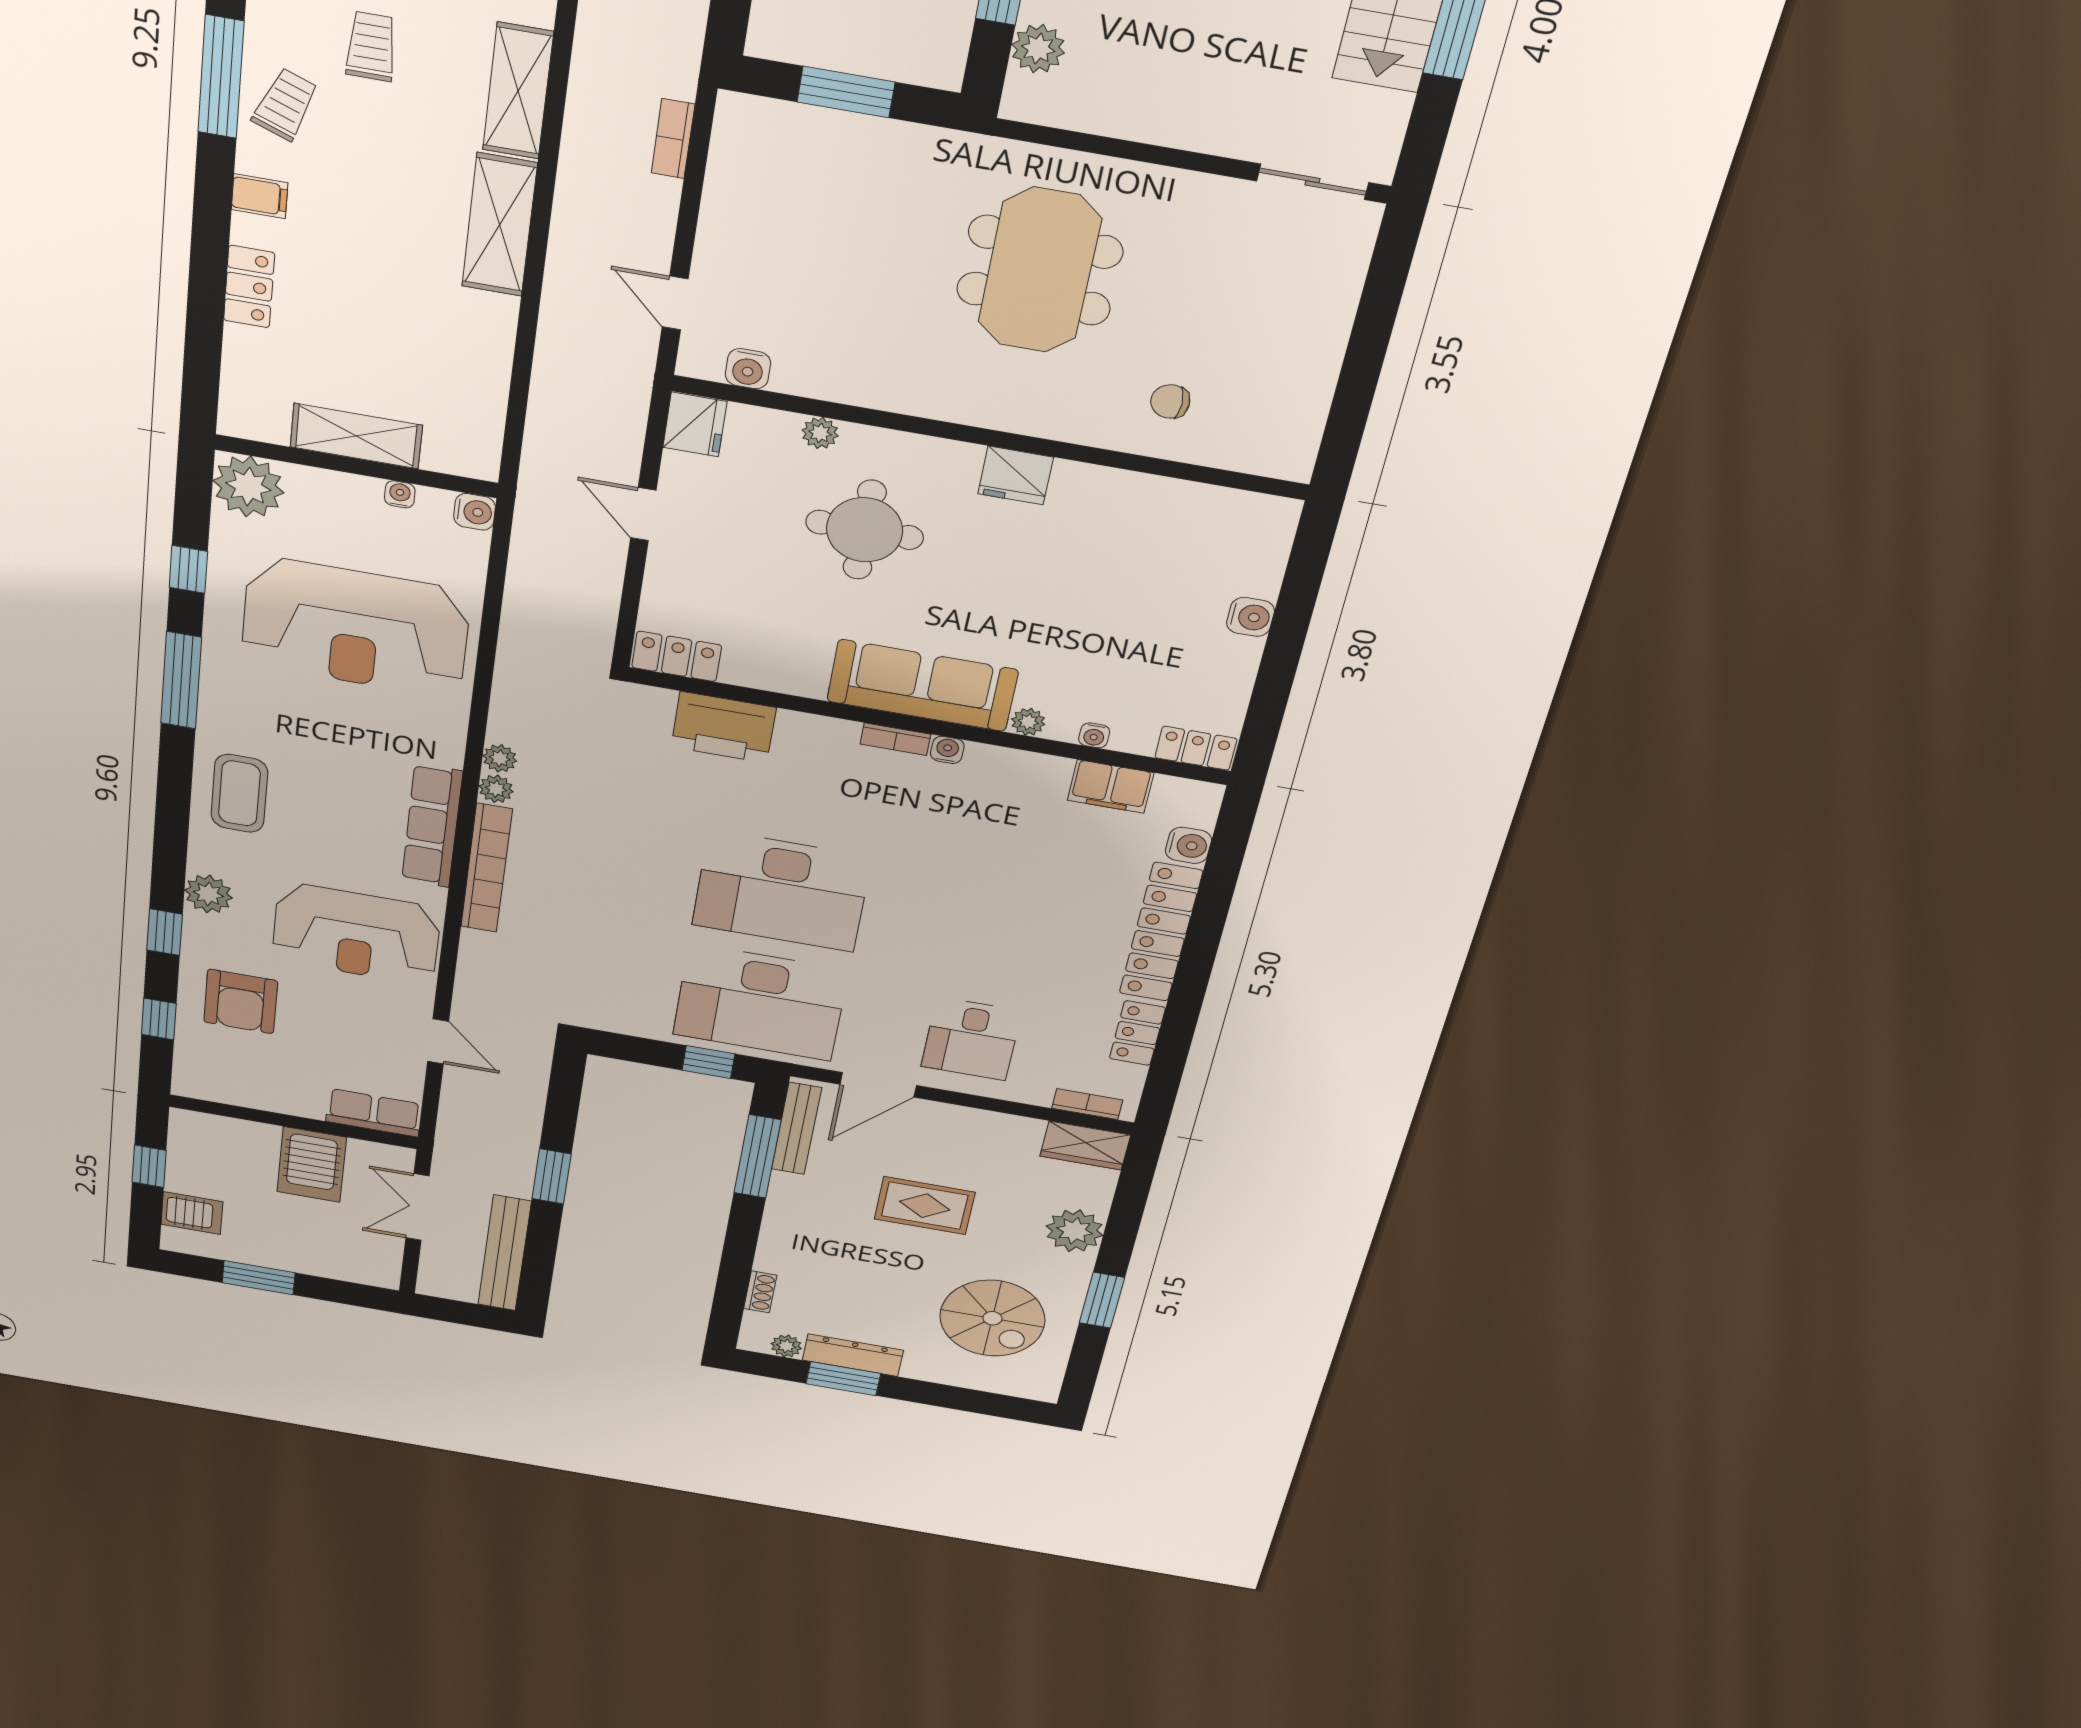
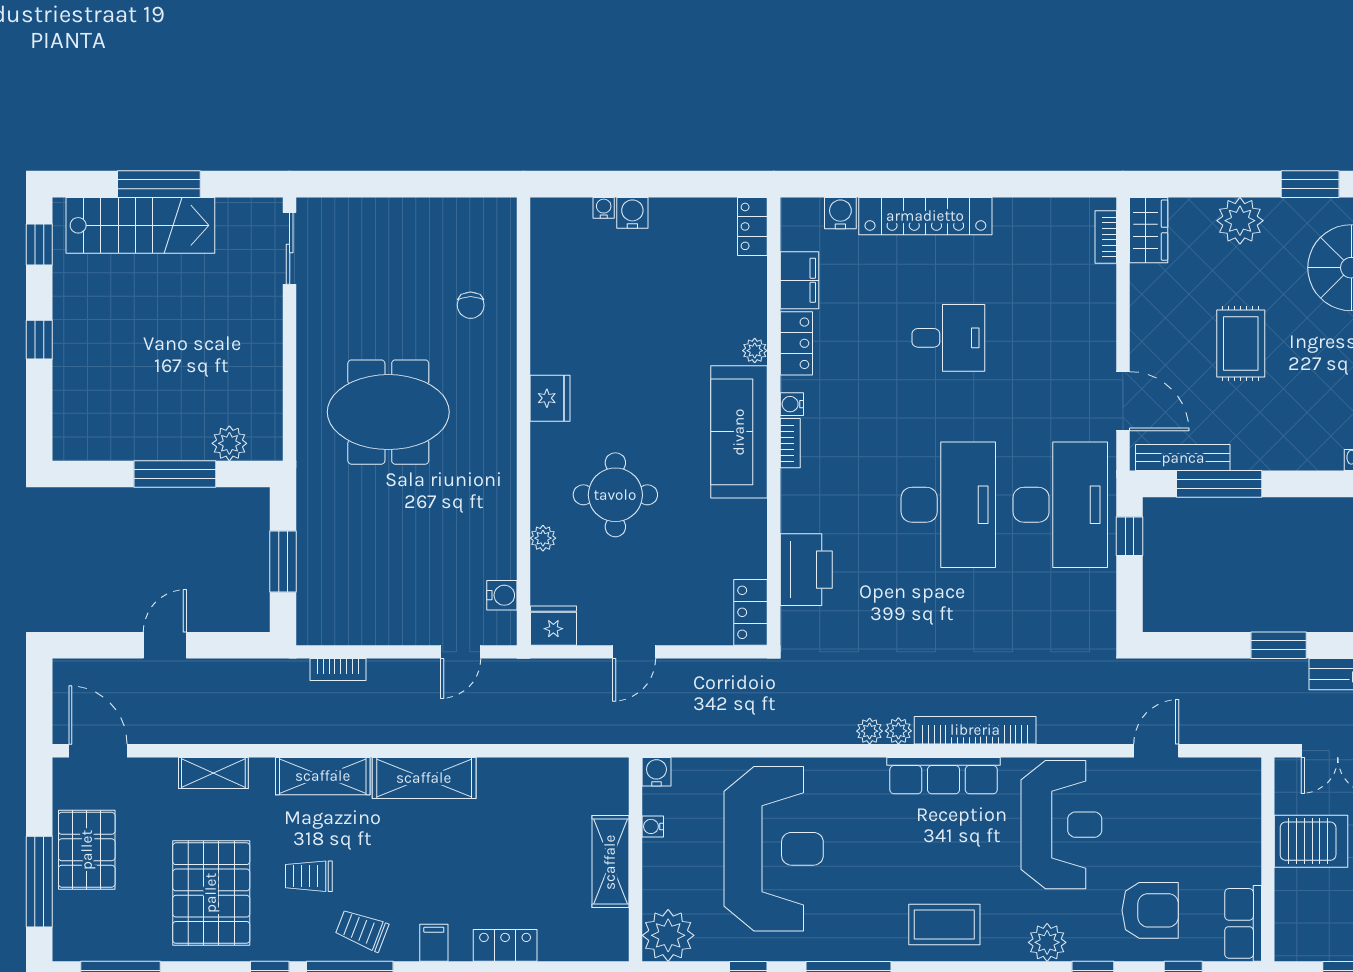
water cooler: (1094, 735) -> (604, 208), moved, turned -90
locker: (1137, 1033) -> (796, 343), moved, turned -90
desk: (971, 1039) -> (948, 338), moved
row of seats: (374, 1113) -> (1243, 923), moved

